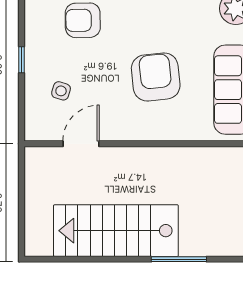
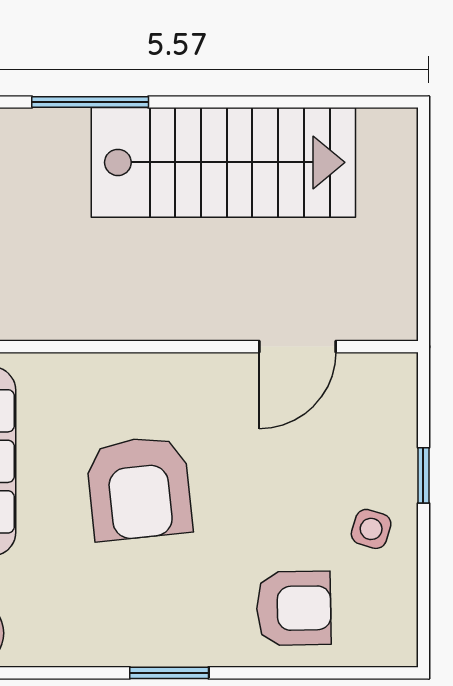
window: (22, 60) -> (423, 475), moved
side table: (61, 91) -> (371, 529), moved

